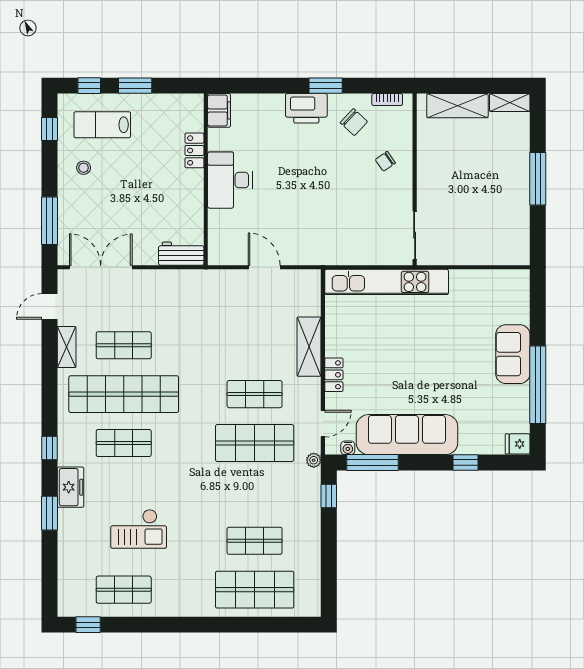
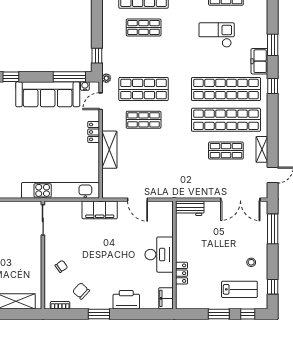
printer: (306, 108) -> (126, 300), moved
filing cabinet: (324, 251) -> (100, 210), added
shop shelf: (124, 443) -> (226, 89), width x2.00, depth x1.36

